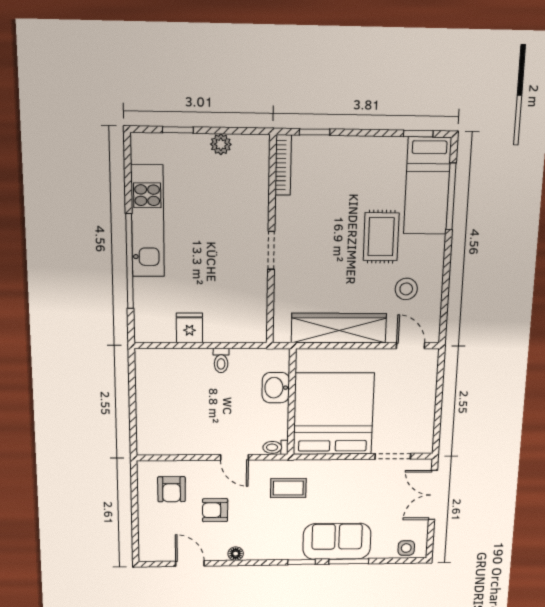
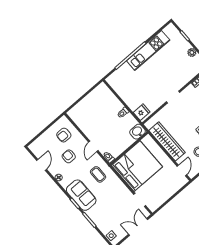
fridge: (189, 328) -> (142, 112), moved
washbasin: (276, 388) -> (137, 132), moved
sofa: (337, 541) -> (81, 195), moved

